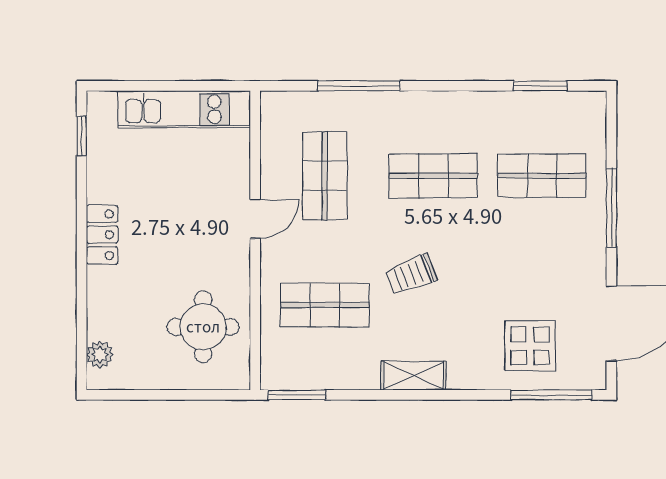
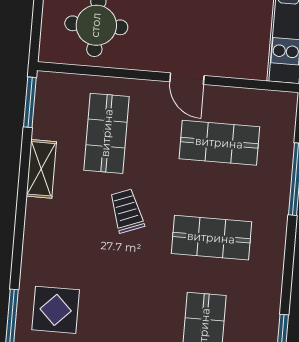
shop shelf: (433, 176) -> (211, 238), turned 90
shelving: (413, 376) -> (41, 169), moved

